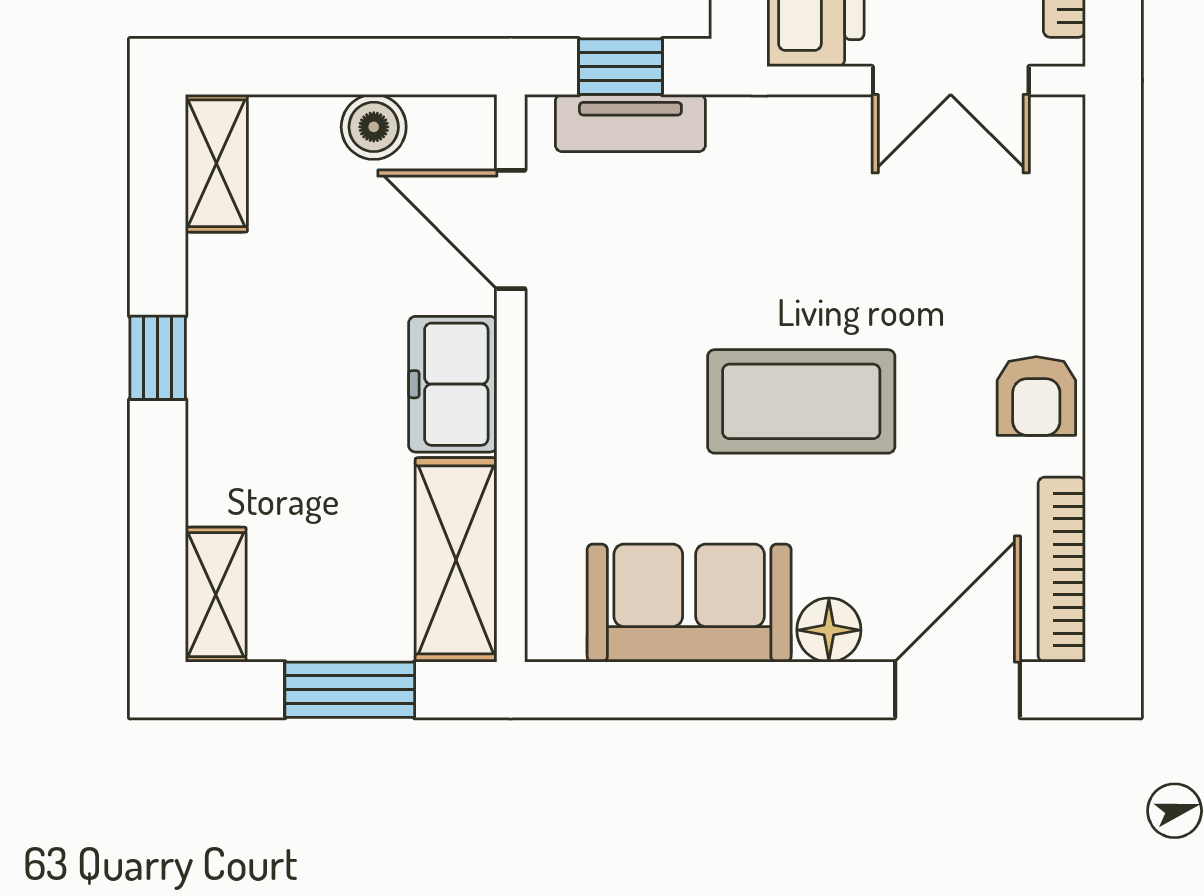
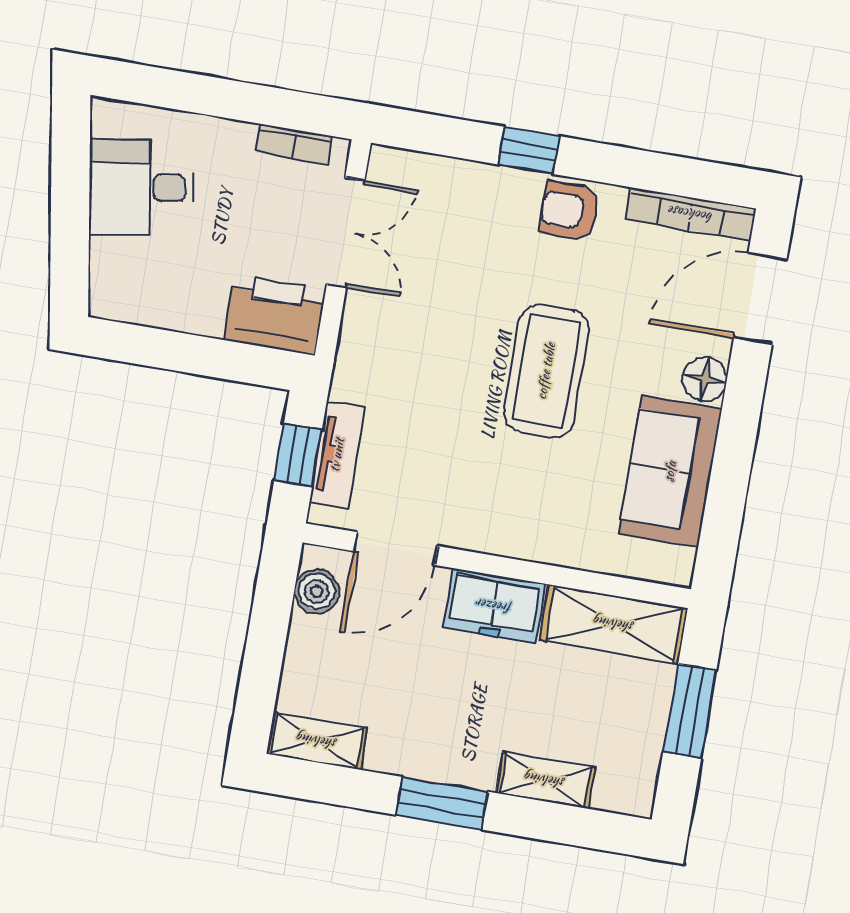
boiler: (374, 127) -> (317, 591), moved
window: (1113, 322) -> (529, 150), added
window: (158, 358) -> (442, 803), width x1.50
armchair: (1036, 396) -> (570, 211), turned 180
shelving: (216, 595) -> (545, 780), moved
door: (957, 690) -> (760, 299), hinge flipped

